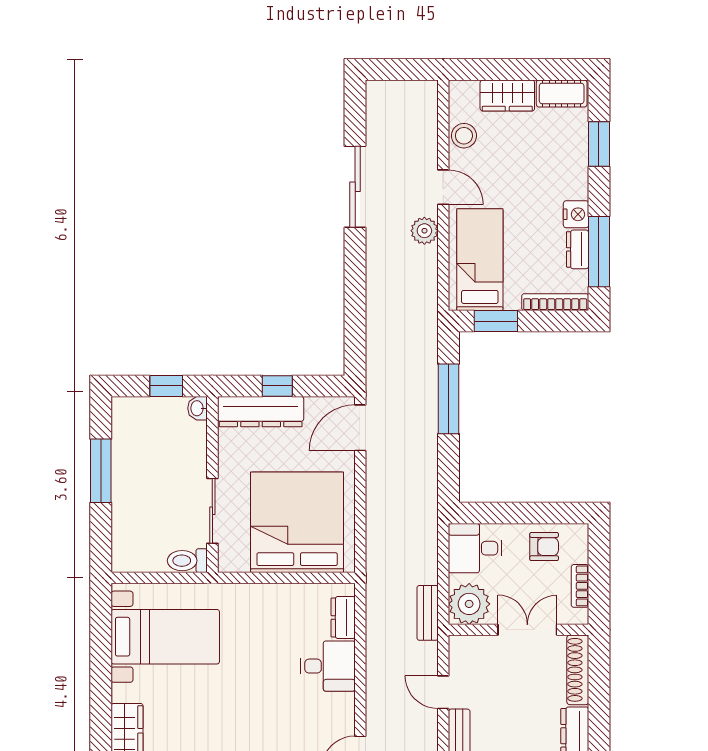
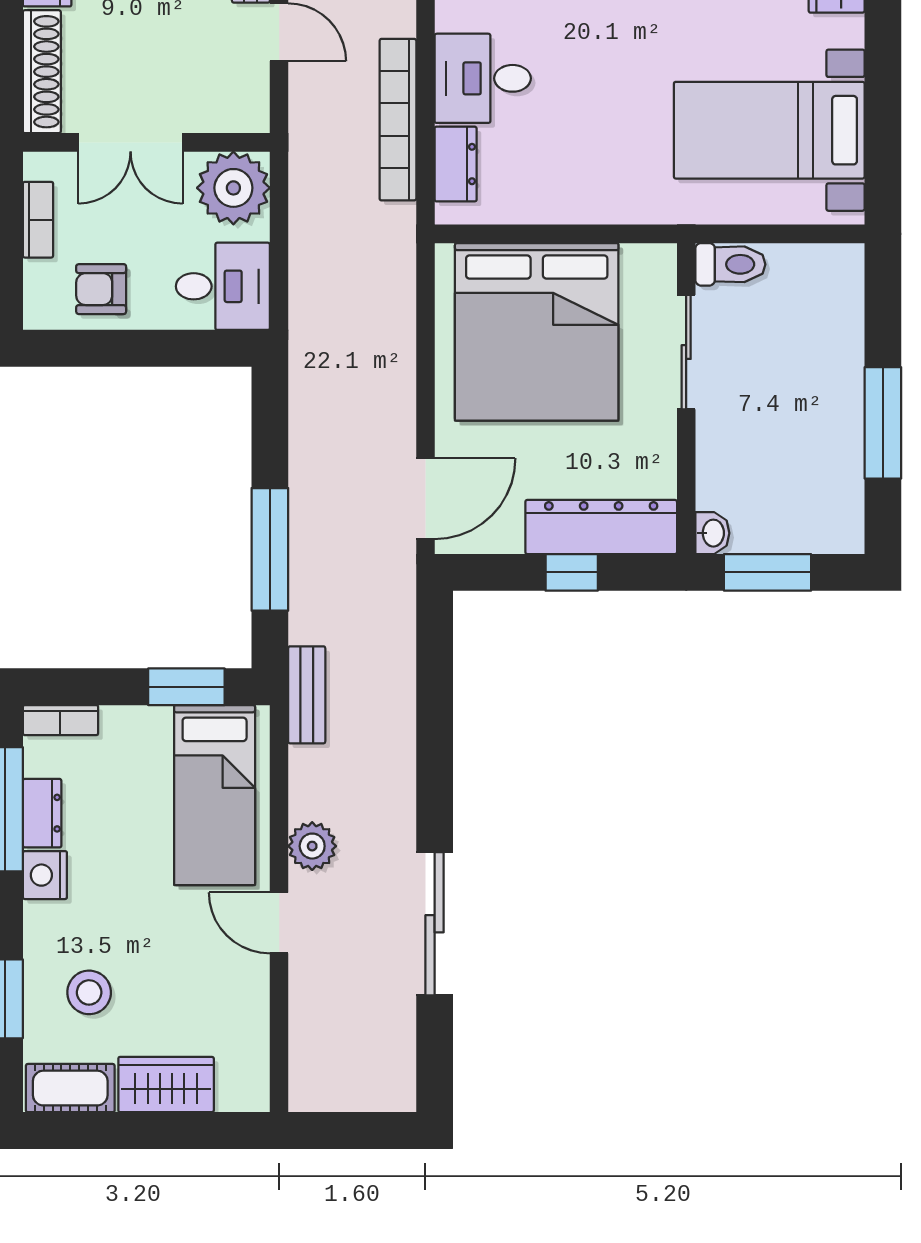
stool: (464, 136) -> (89, 992), moved
bookcase: (555, 302) -> (60, 720), width x0.64
window: (166, 386) -> (767, 572), width x1.50
bench: (428, 613) -> (307, 695), moved
bookcase: (376, 643) -> (398, 120), added

